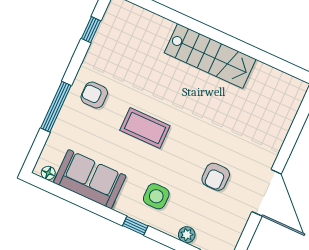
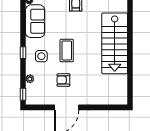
stairs: (210, 56) -> (115, 43), width x1.36, depth x1.51
coffee table: (145, 128) -> (67, 50), moved

